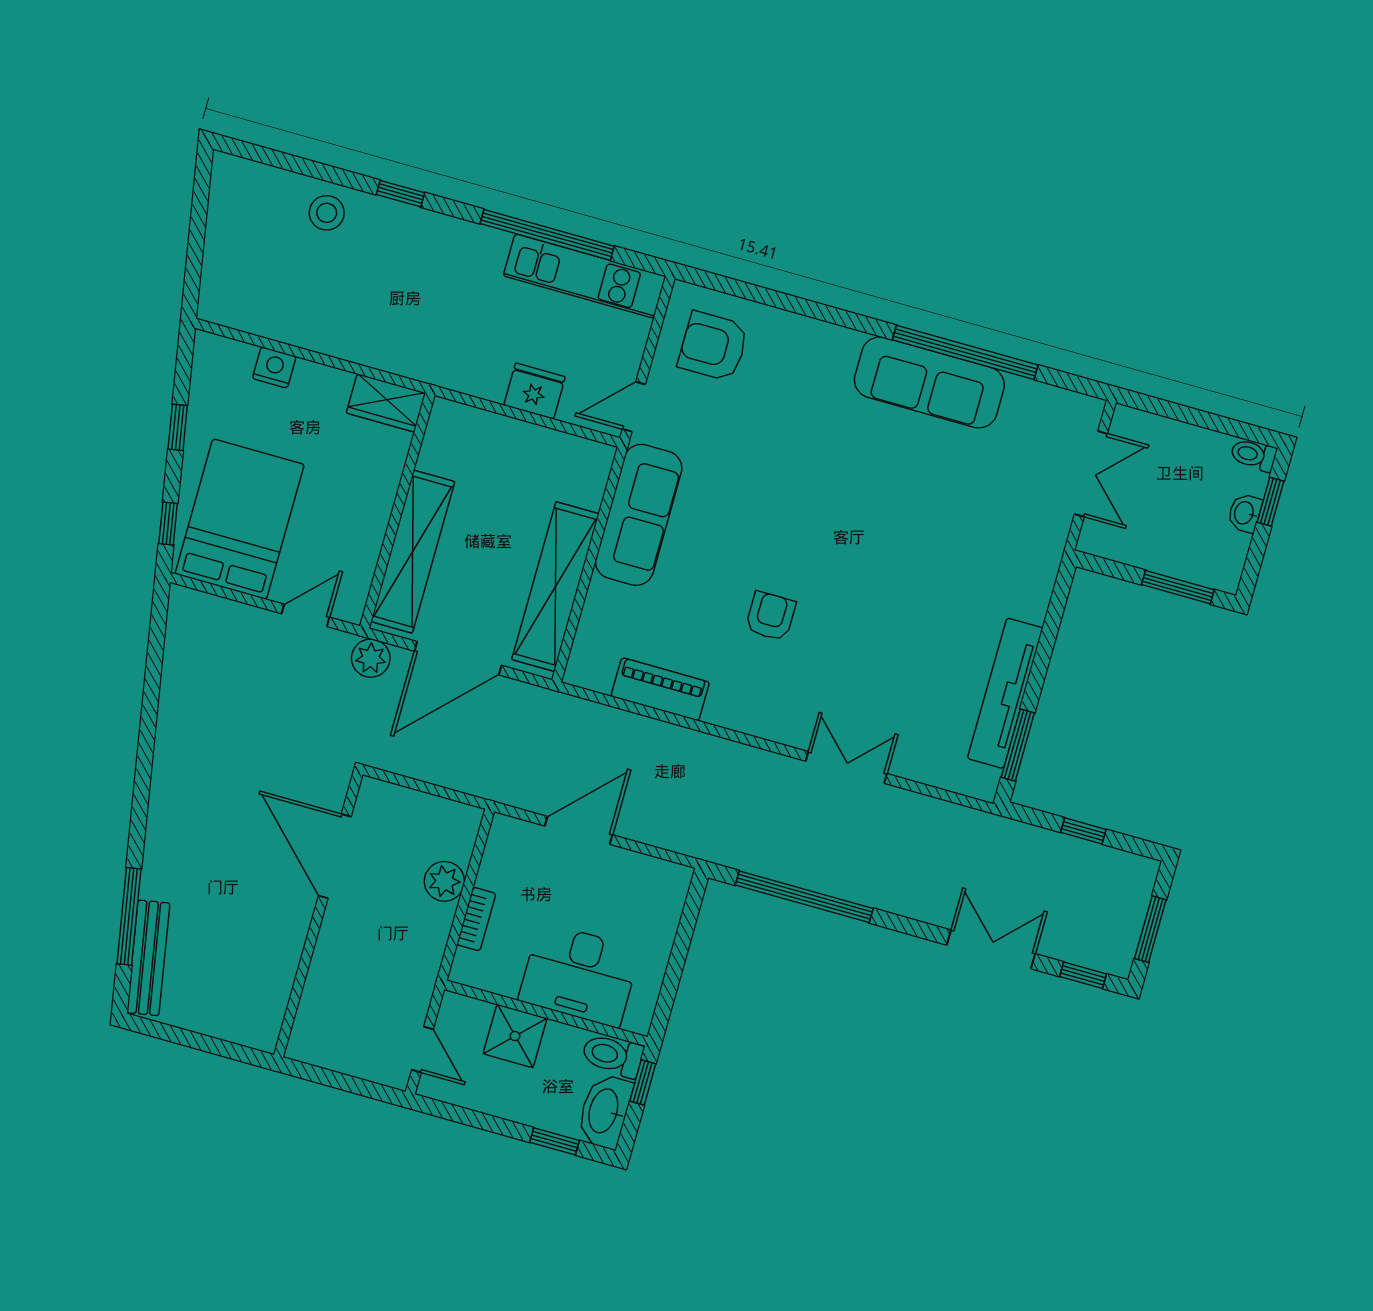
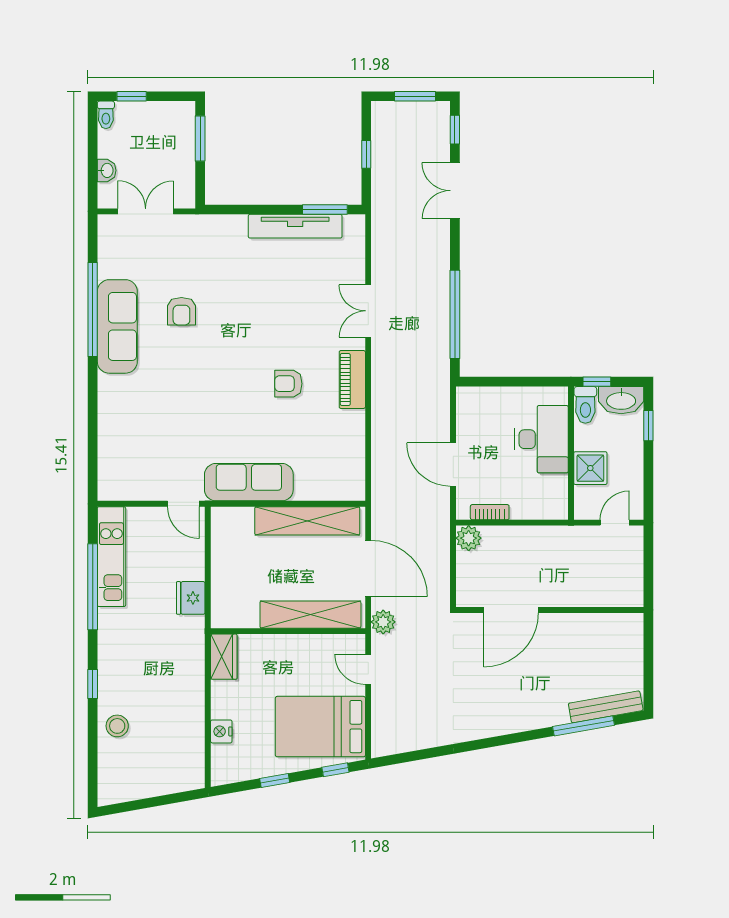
armchair: (713, 346) -> (181, 311), moved, width x0.72, depth x0.72
fridge: (535, 391) -> (191, 598), moved
washbasin: (1245, 513) -> (107, 170), moved, turned -90
piano: (660, 689) -> (352, 379), moved
plant: (444, 881) -> (469, 538), moved
bookcase: (476, 919) -> (490, 512), moved

